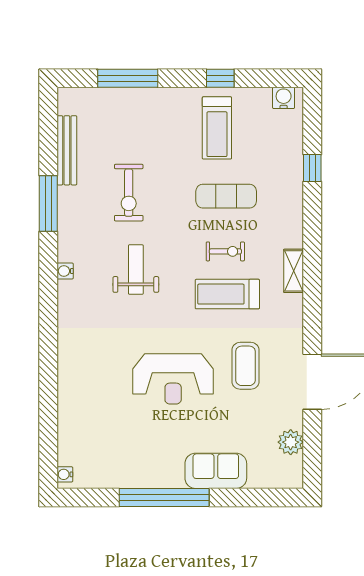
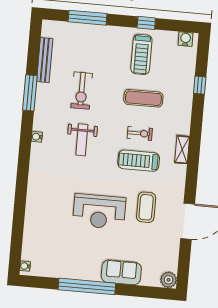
weight bench: (136, 270) -> (82, 140), turned 180
plant: (291, 442) -> (169, 280), moved

